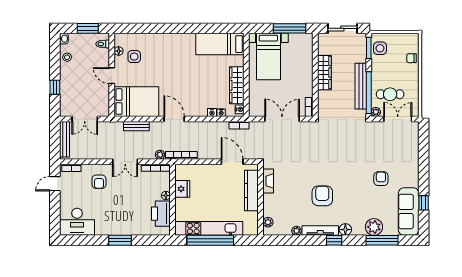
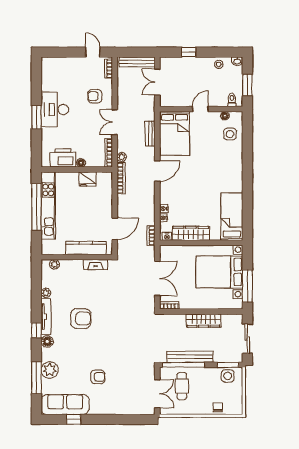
side table: (134, 57) -> (230, 134), moved
bed with nightstands: (268, 57) -> (219, 272), width x1.36
plant: (376, 112) -> (164, 372), removed
desk: (77, 222) -> (55, 110), moved

